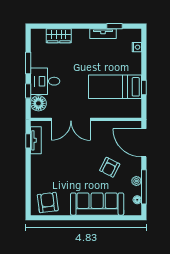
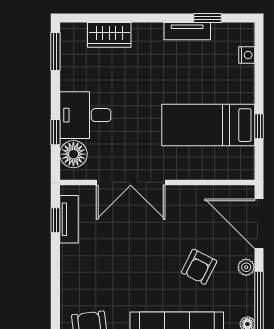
window: (28, 63) -> (55, 52), moved
plant: (136, 181) -> (246, 267), moved

